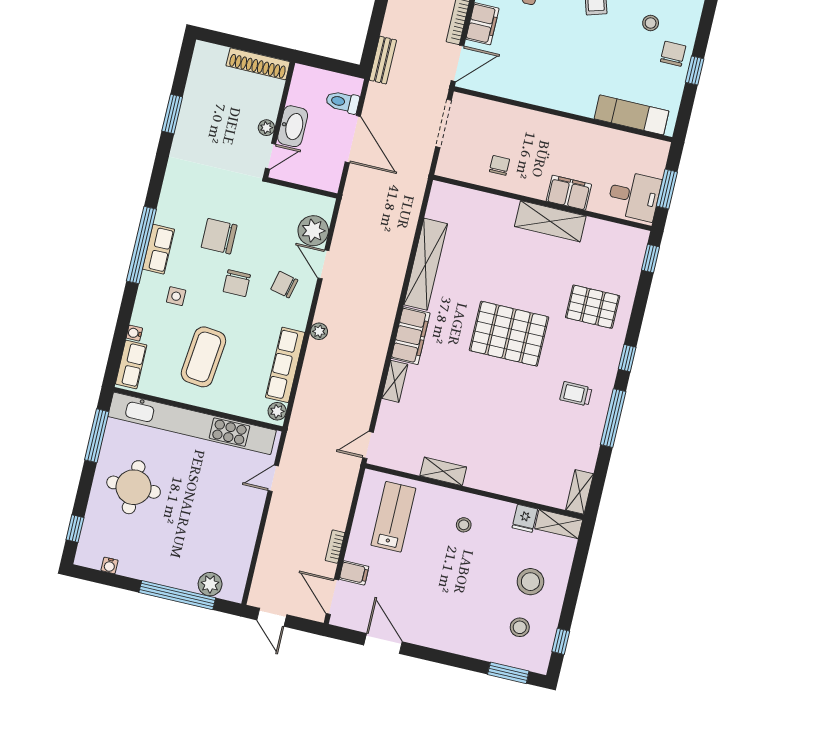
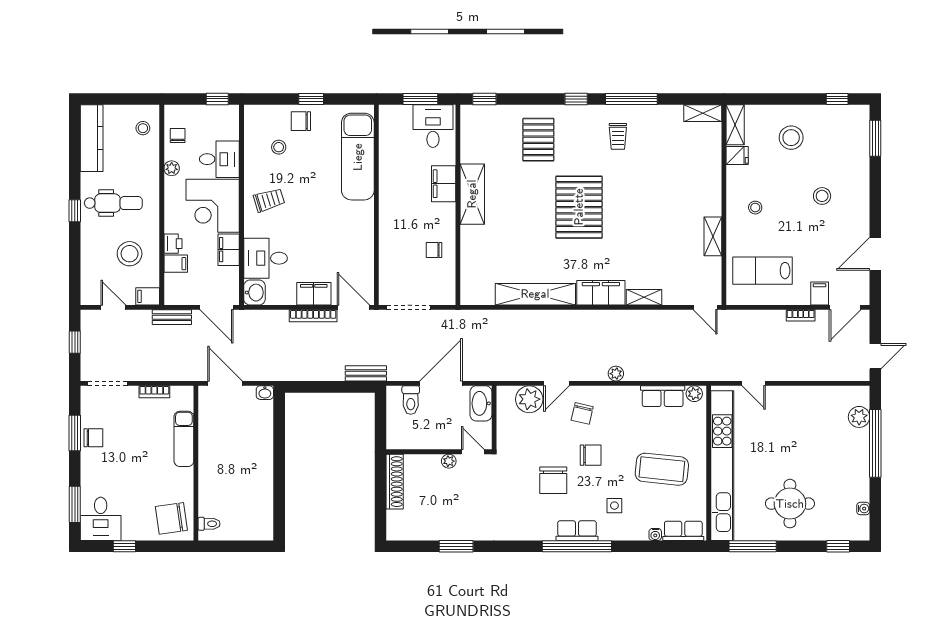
exam couch: (631, 115) -> (358, 157), width x1.36, depth x1.45
washbasin: (293, 126) -> (481, 403), moved, turned -90
row of seats: (285, 365) -> (663, 396), width x0.68
stool: (520, 627) -> (822, 196), moved

